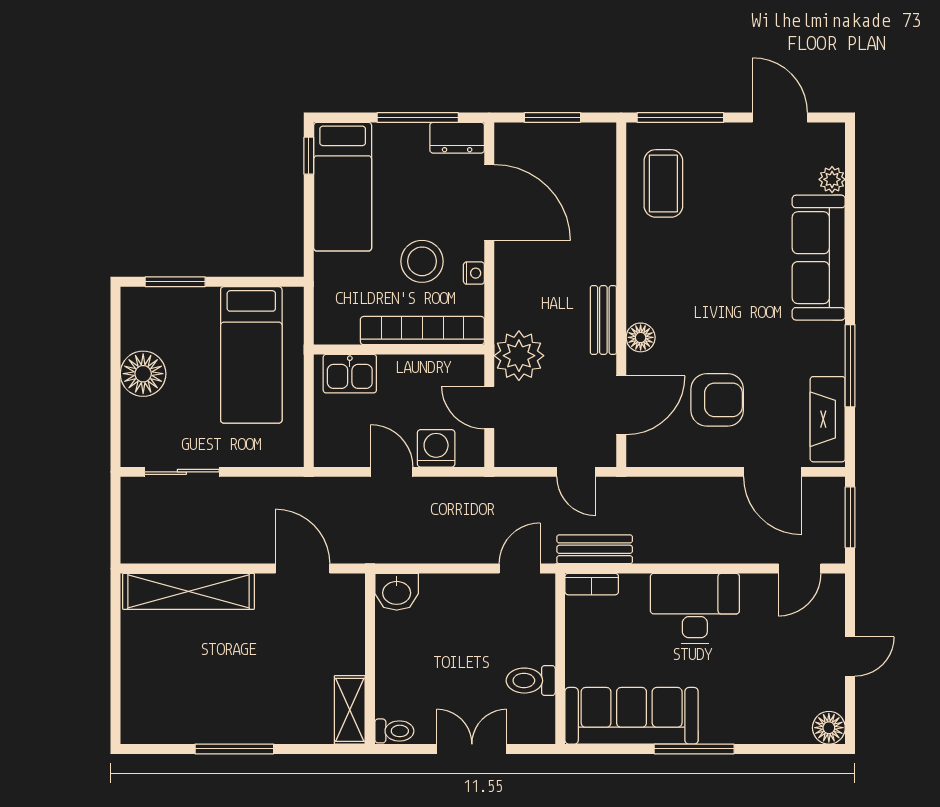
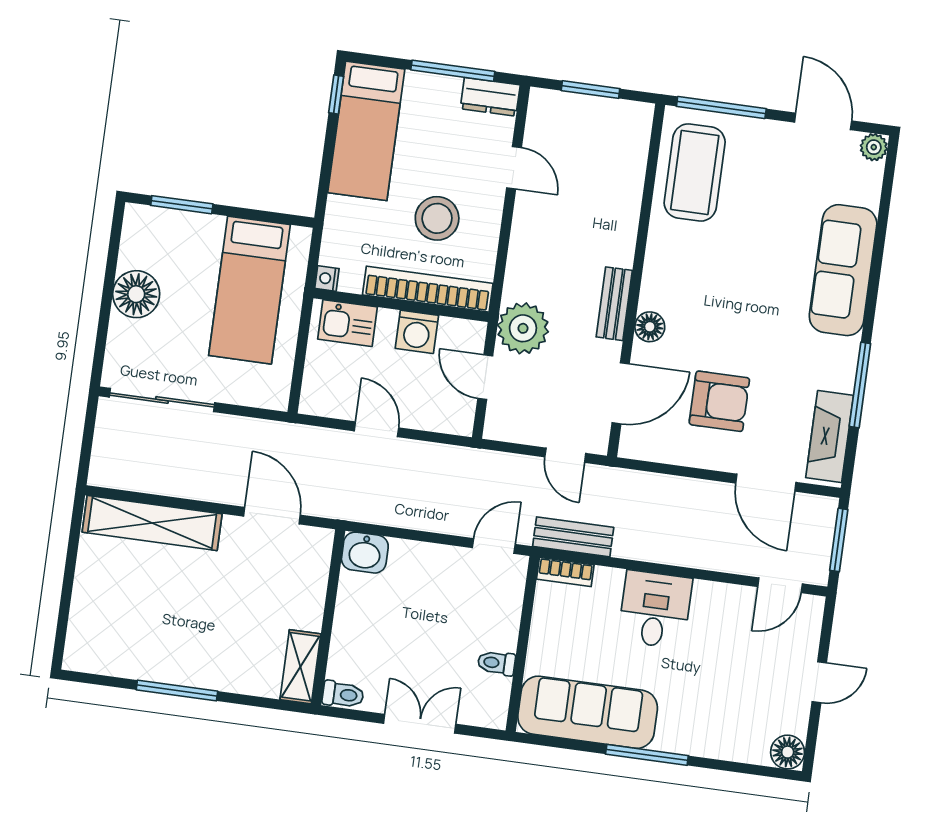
plant: (832, 179) -> (874, 147), moved
coffee table: (663, 183) -> (695, 172), width x1.36, depth x1.32
door: (489, 203) -> (514, 168), width x0.53
nightstand: (474, 273) -> (327, 278), moved, turned 180
washing machine: (436, 448) -> (417, 332), moved, turned 180
sliding door: (182, 472) -> (162, 400), width x1.37
desk: (695, 608) -> (655, 610), width x0.73
toilet: (531, 681) -> (496, 663), width x0.73, depth x0.72

